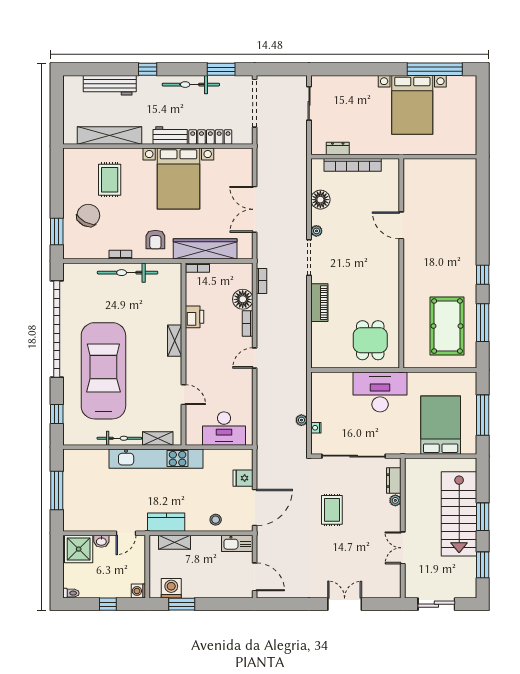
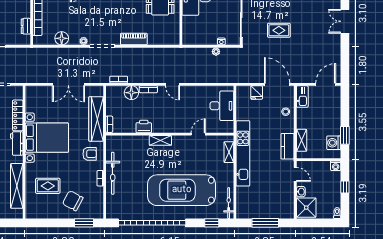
bicycle: (119, 438) -> (229, 203), moved

